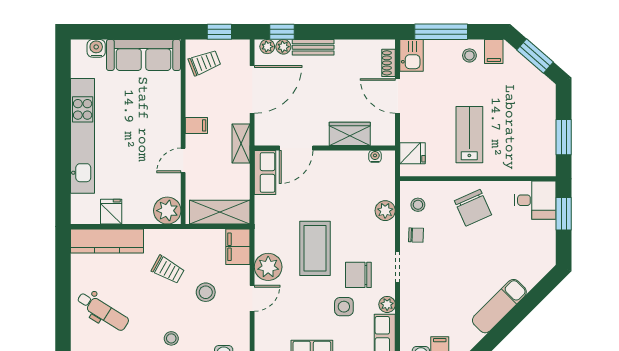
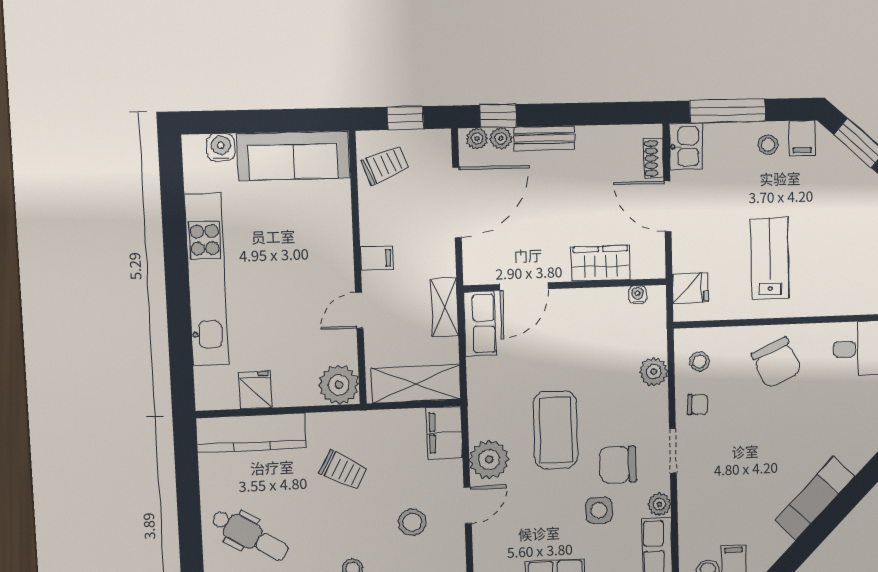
shelving: (241, 143) -> (444, 307), moved
stool: (206, 292) -> (412, 522), moved

